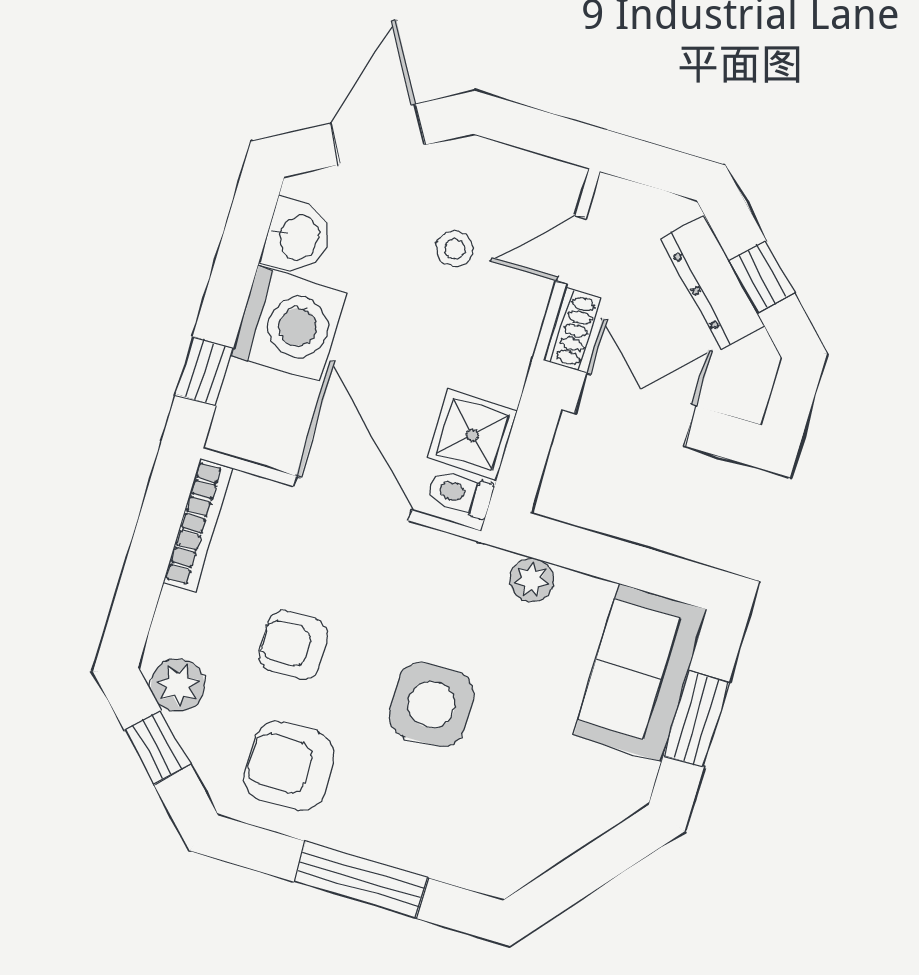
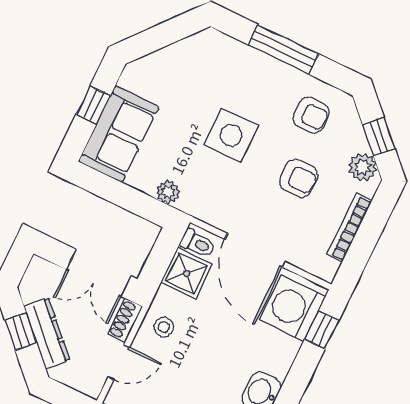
stool: (455, 248) -> (164, 327), moved
washing machine: (289, 324) -> (292, 308), moved
bookcase: (197, 525) -> (349, 228), moved
window: (696, 719) -> (93, 105), width x0.67
armchair: (289, 766) -> (311, 115), width x0.72, depth x0.72

